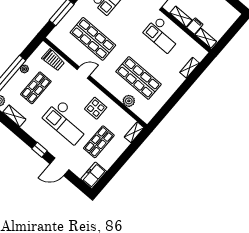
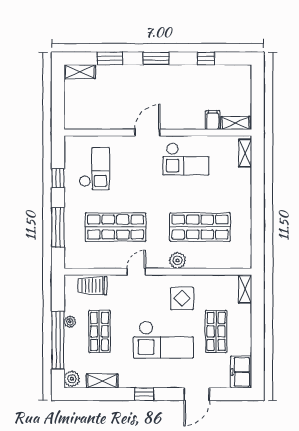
shelving: (181, 17) -> (189, 123), removed
trolley: (53, 60) -> (93, 286), turned 180
shelving: (190, 68) -> (245, 153), moved
plant: (129, 101) -> (178, 260), moved
window: (40, 150) -> (144, 394), moved

